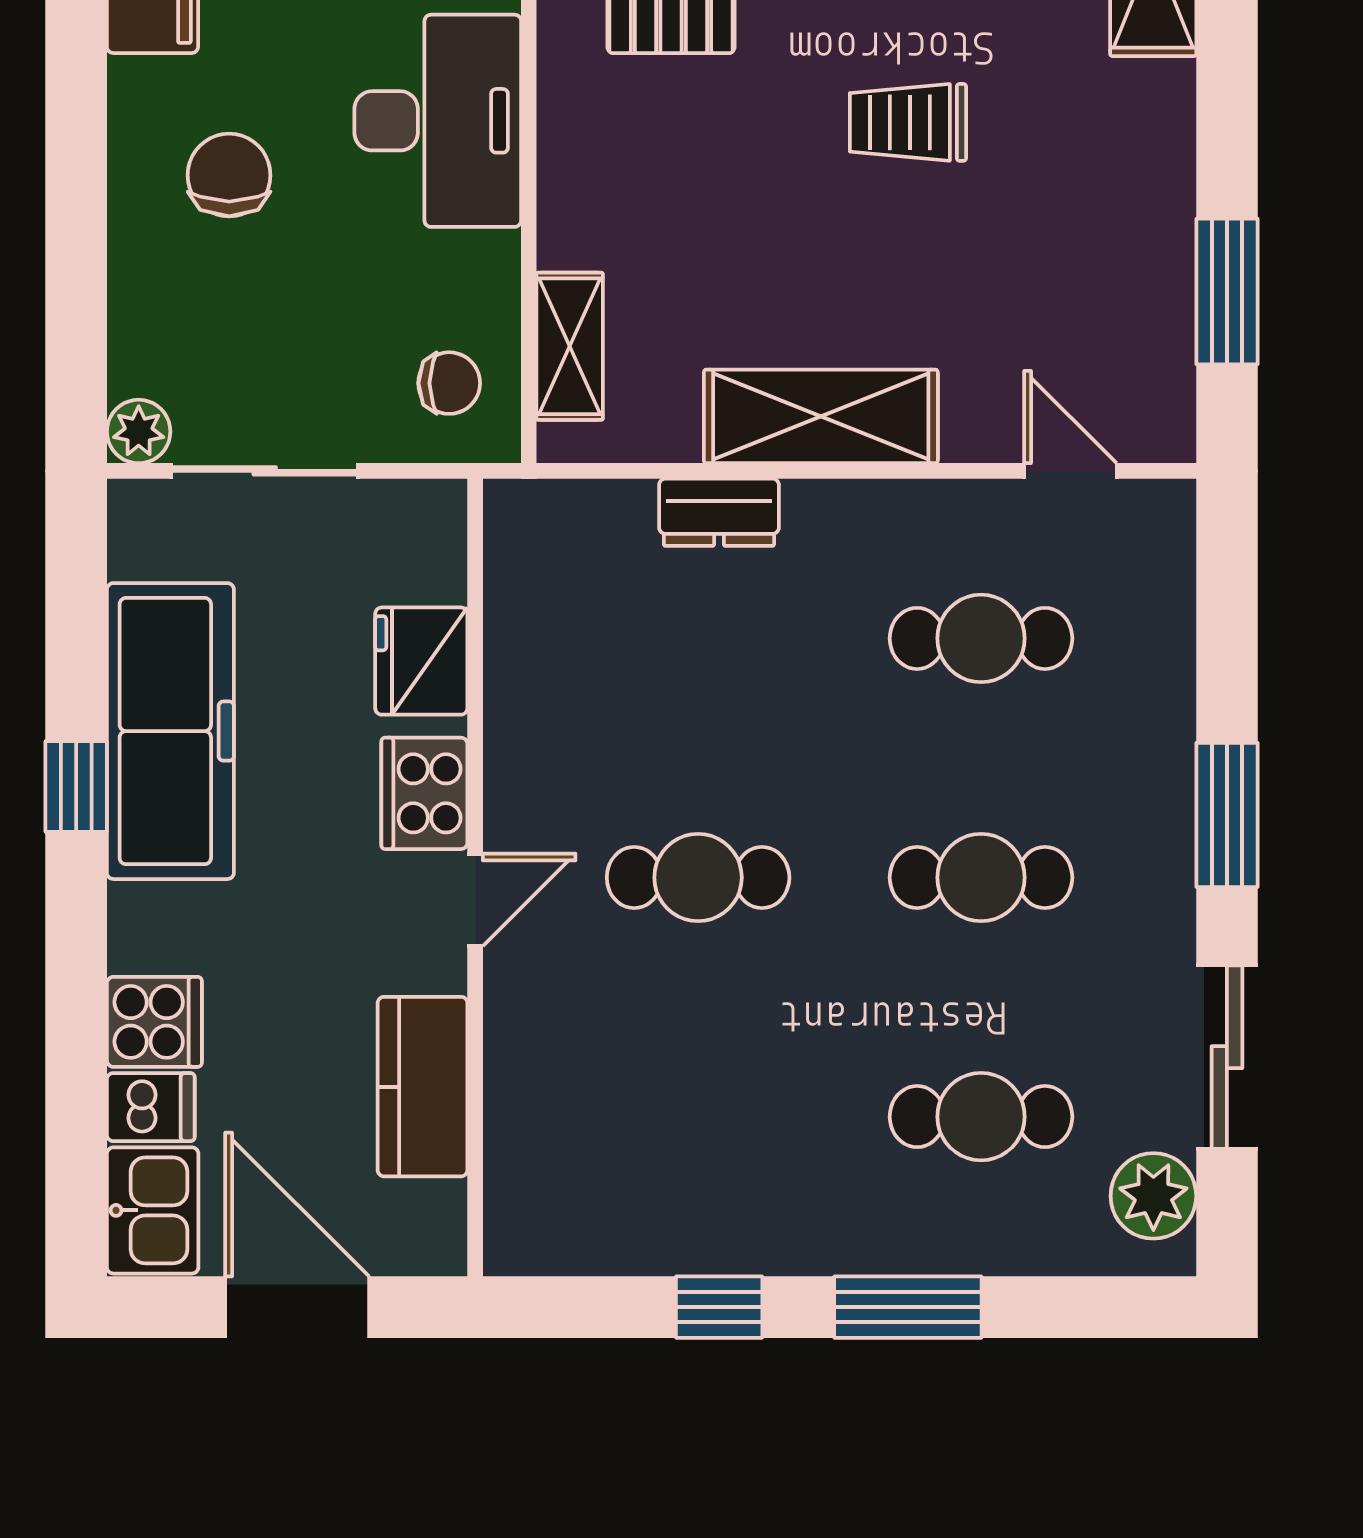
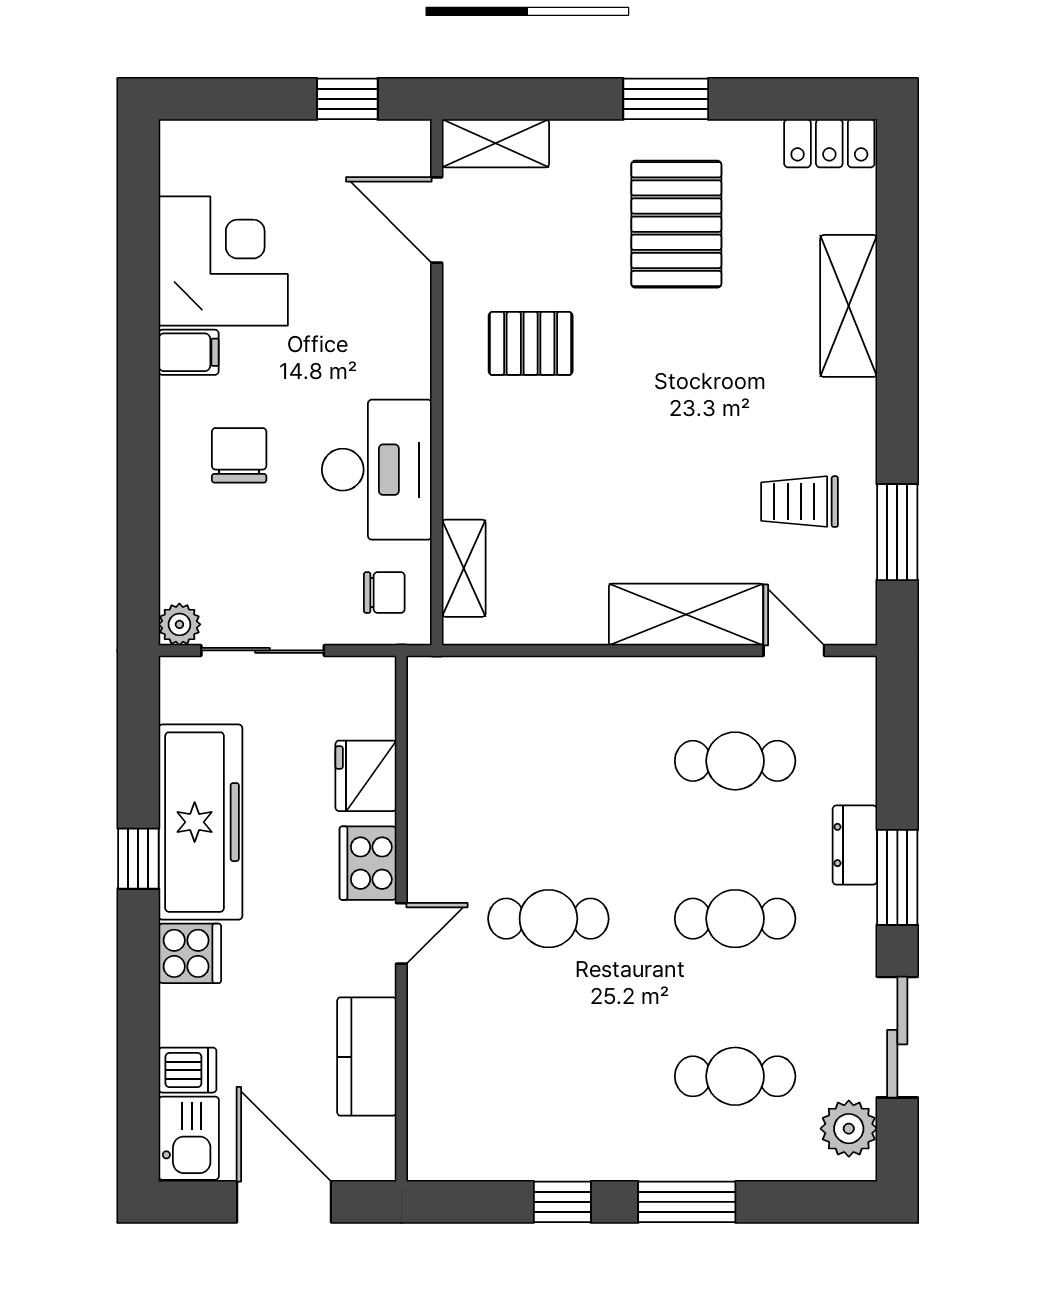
desk: (438, 121) -> (377, 470), moved
trolley: (908, 122) -> (800, 502), moved
shelving: (821, 416) -> (686, 615), moved
dresser: (719, 512) -> (855, 845), moved, turned 90
cooker: (154, 1022) -> (190, 953), moved

